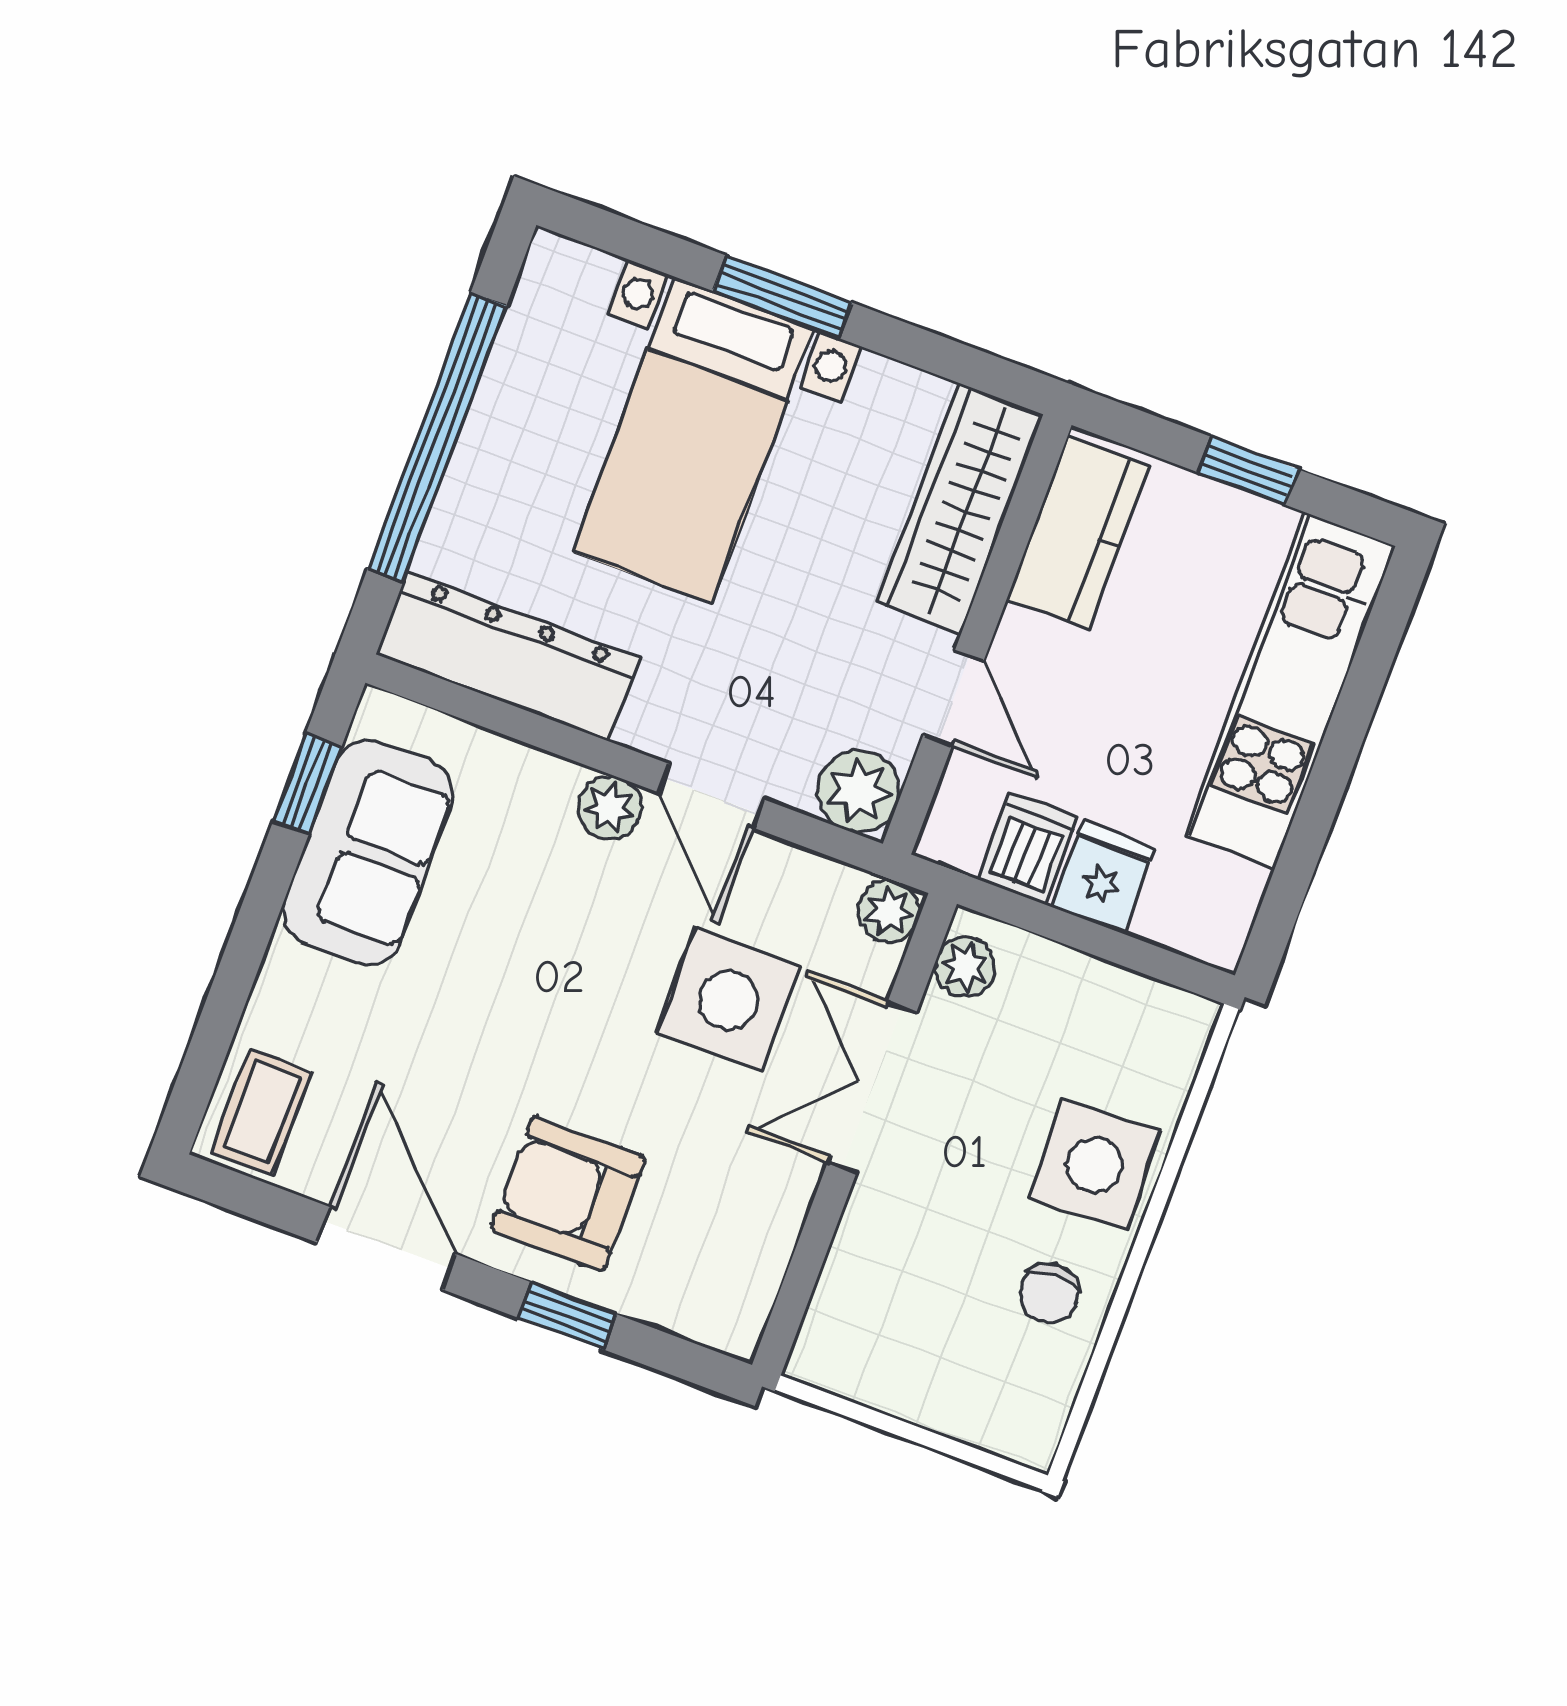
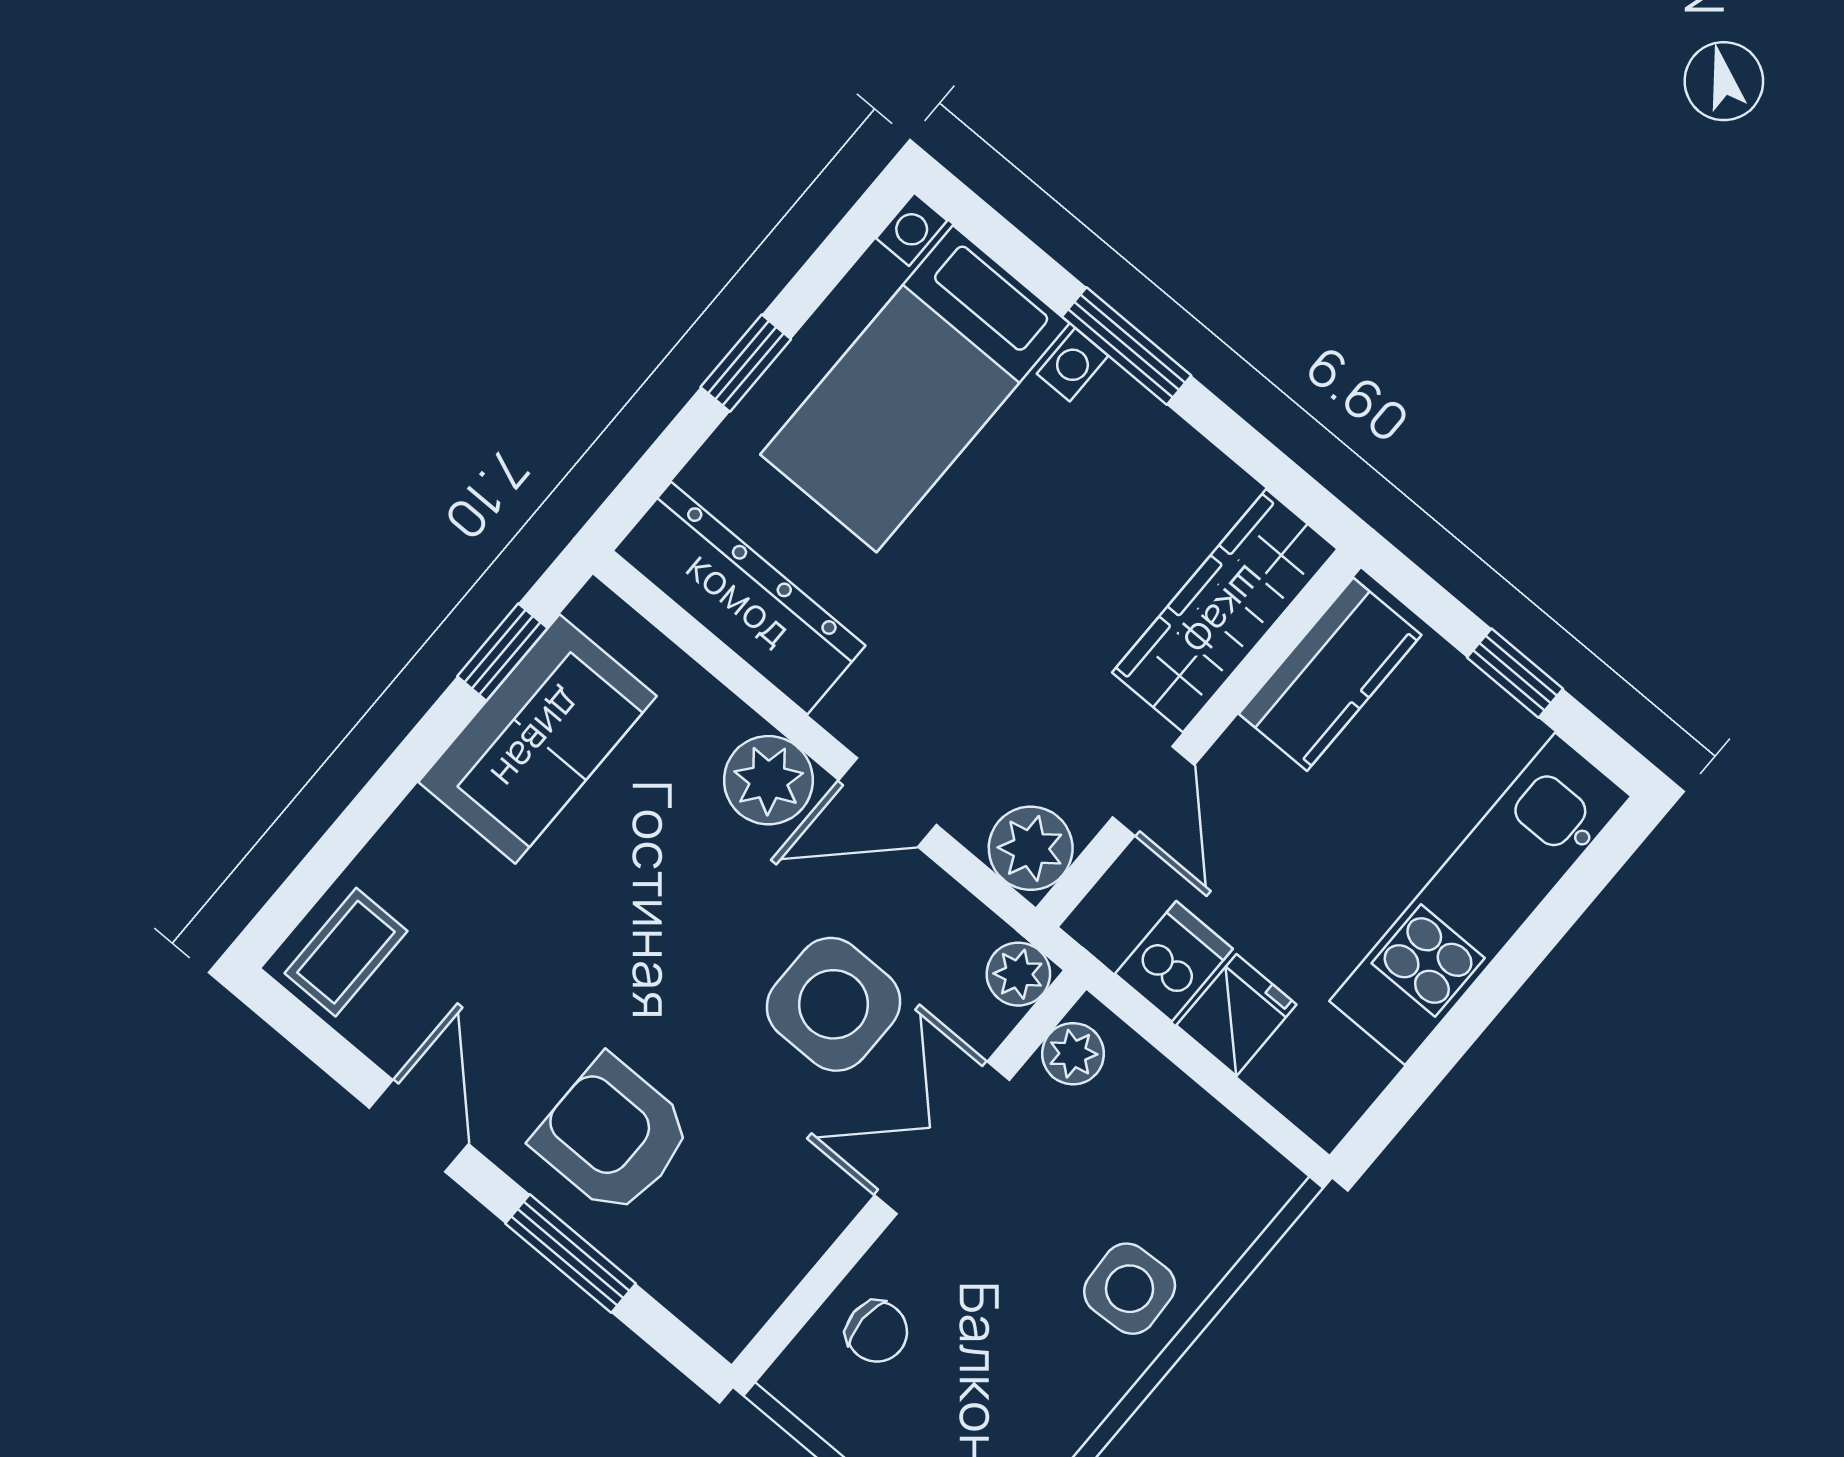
window: (437, 437) -> (746, 363), width x0.32
bed with nightstands: (693, 440) -> (915, 389), moved
door: (712, 796) -> (888, 802), hinge flipped
plant: (610, 808) -> (768, 780), width x1.38, depth x1.38
side table: (1095, 1165) -> (1130, 1289), width x0.73, depth x0.73
door: (386, 1248) -> (419, 1126), width x0.73
chair: (1049, 1293) -> (877, 1332), moved, turned -90
window: (568, 1316) -> (571, 1254), width x1.50

